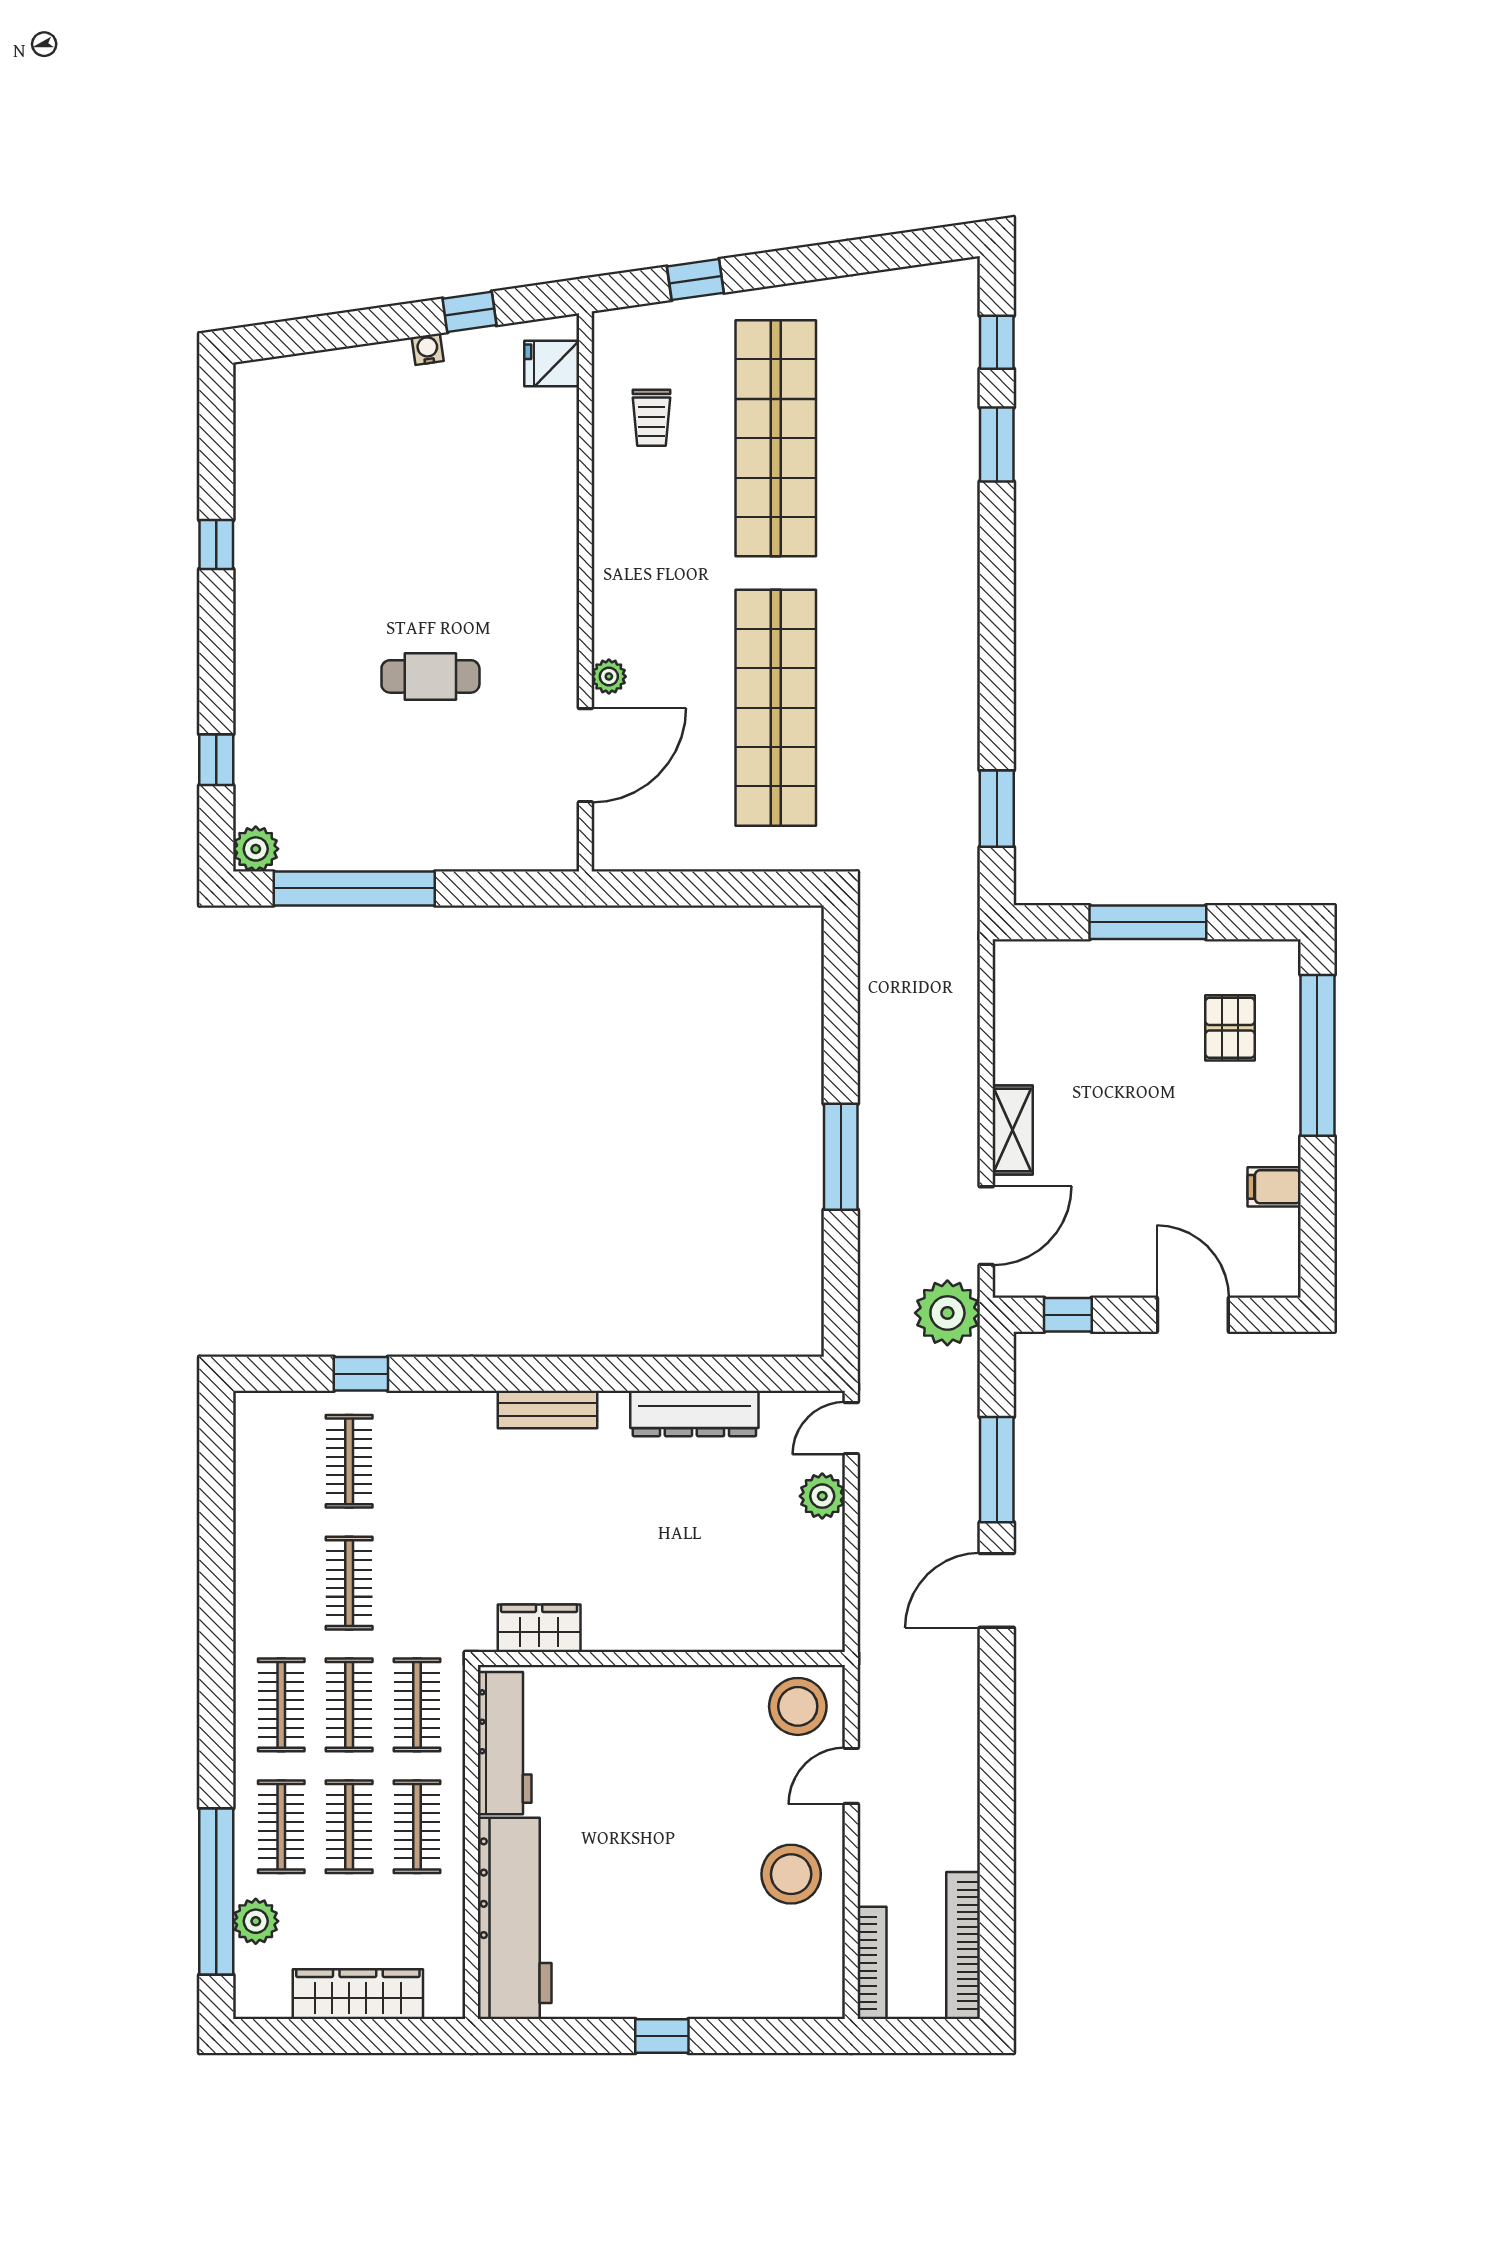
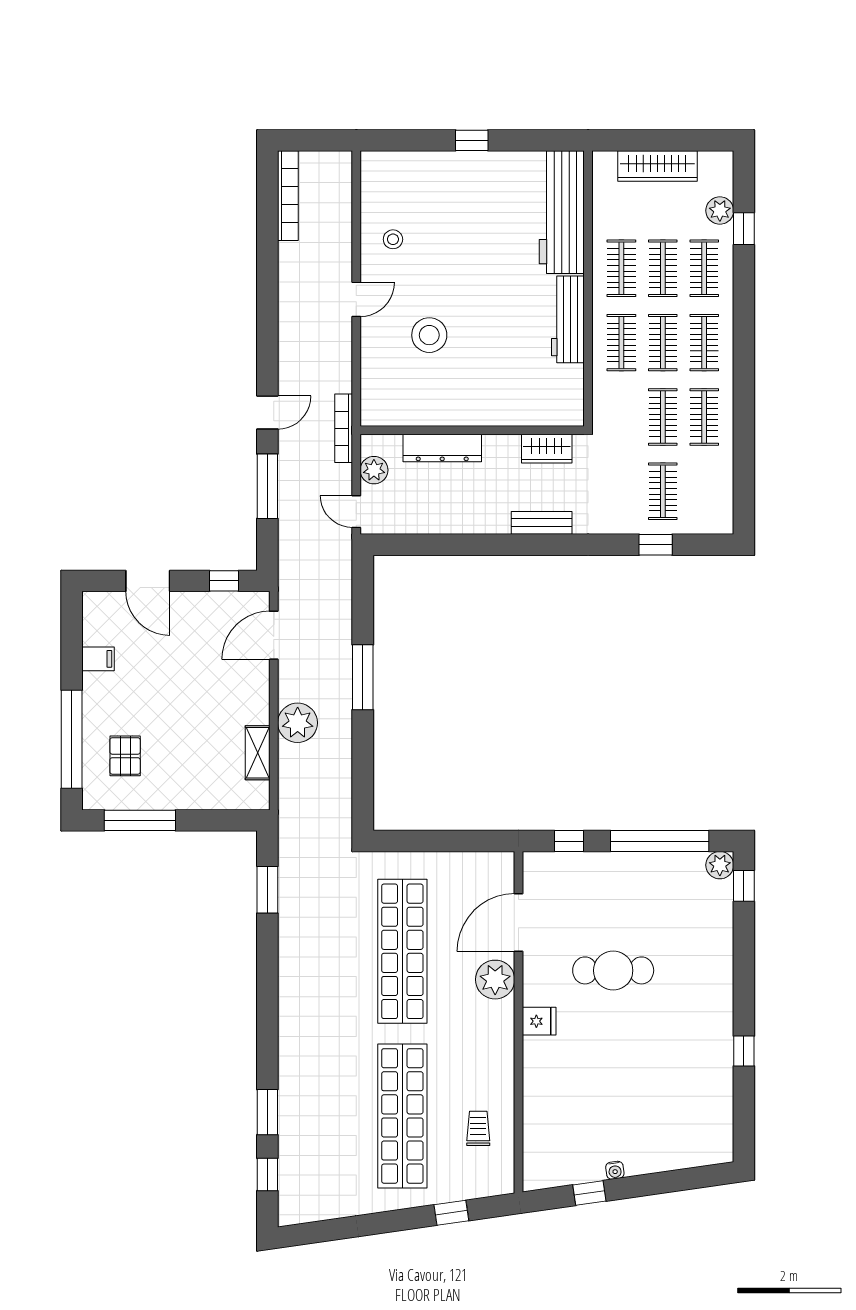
fridge: (552, 364) -> (539, 1021), moved
cafe table: (430, 676) -> (613, 970), width x1.37, depth x1.35
plant: (609, 676) -> (495, 980), width x1.87, depth x1.87
window: (216, 760) -> (744, 886), moved
window: (503, 888) -> (569, 841), added
window: (1148, 922) -> (140, 820), moved
shelving: (1013, 1130) -> (258, 753), moved
plant: (947, 1313) -> (298, 723), moved
dresser: (694, 1413) -> (442, 448), moved, turned 180
door: (851, 1428) -> (356, 512), swing flipped
clothes rail: (281, 1583) -> (704, 417), added
door: (997, 1590) -> (267, 412), width x0.73
wardrobe: (539, 1628) -> (547, 449), moved
wall: (661, 1658) -> (472, 430), moved
stool: (798, 1706) -> (429, 335), moved
stool: (791, 1874) -> (393, 239), width x0.53, depth x0.53
window: (216, 1891) -> (744, 229), width x0.32
bookcase: (872, 1963) -> (344, 428), moved

